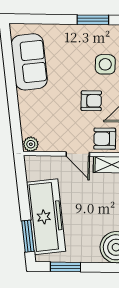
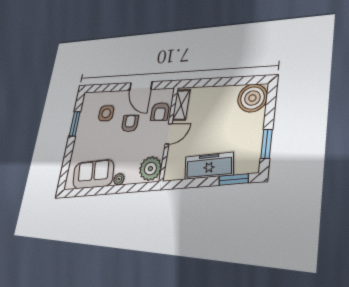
plant: (24, 99) -> (119, 179), added
plant: (31, 144) -> (150, 169), width x1.88, depth x1.88
freezer: (46, 217) -> (209, 166), width x0.73, depth x0.79

